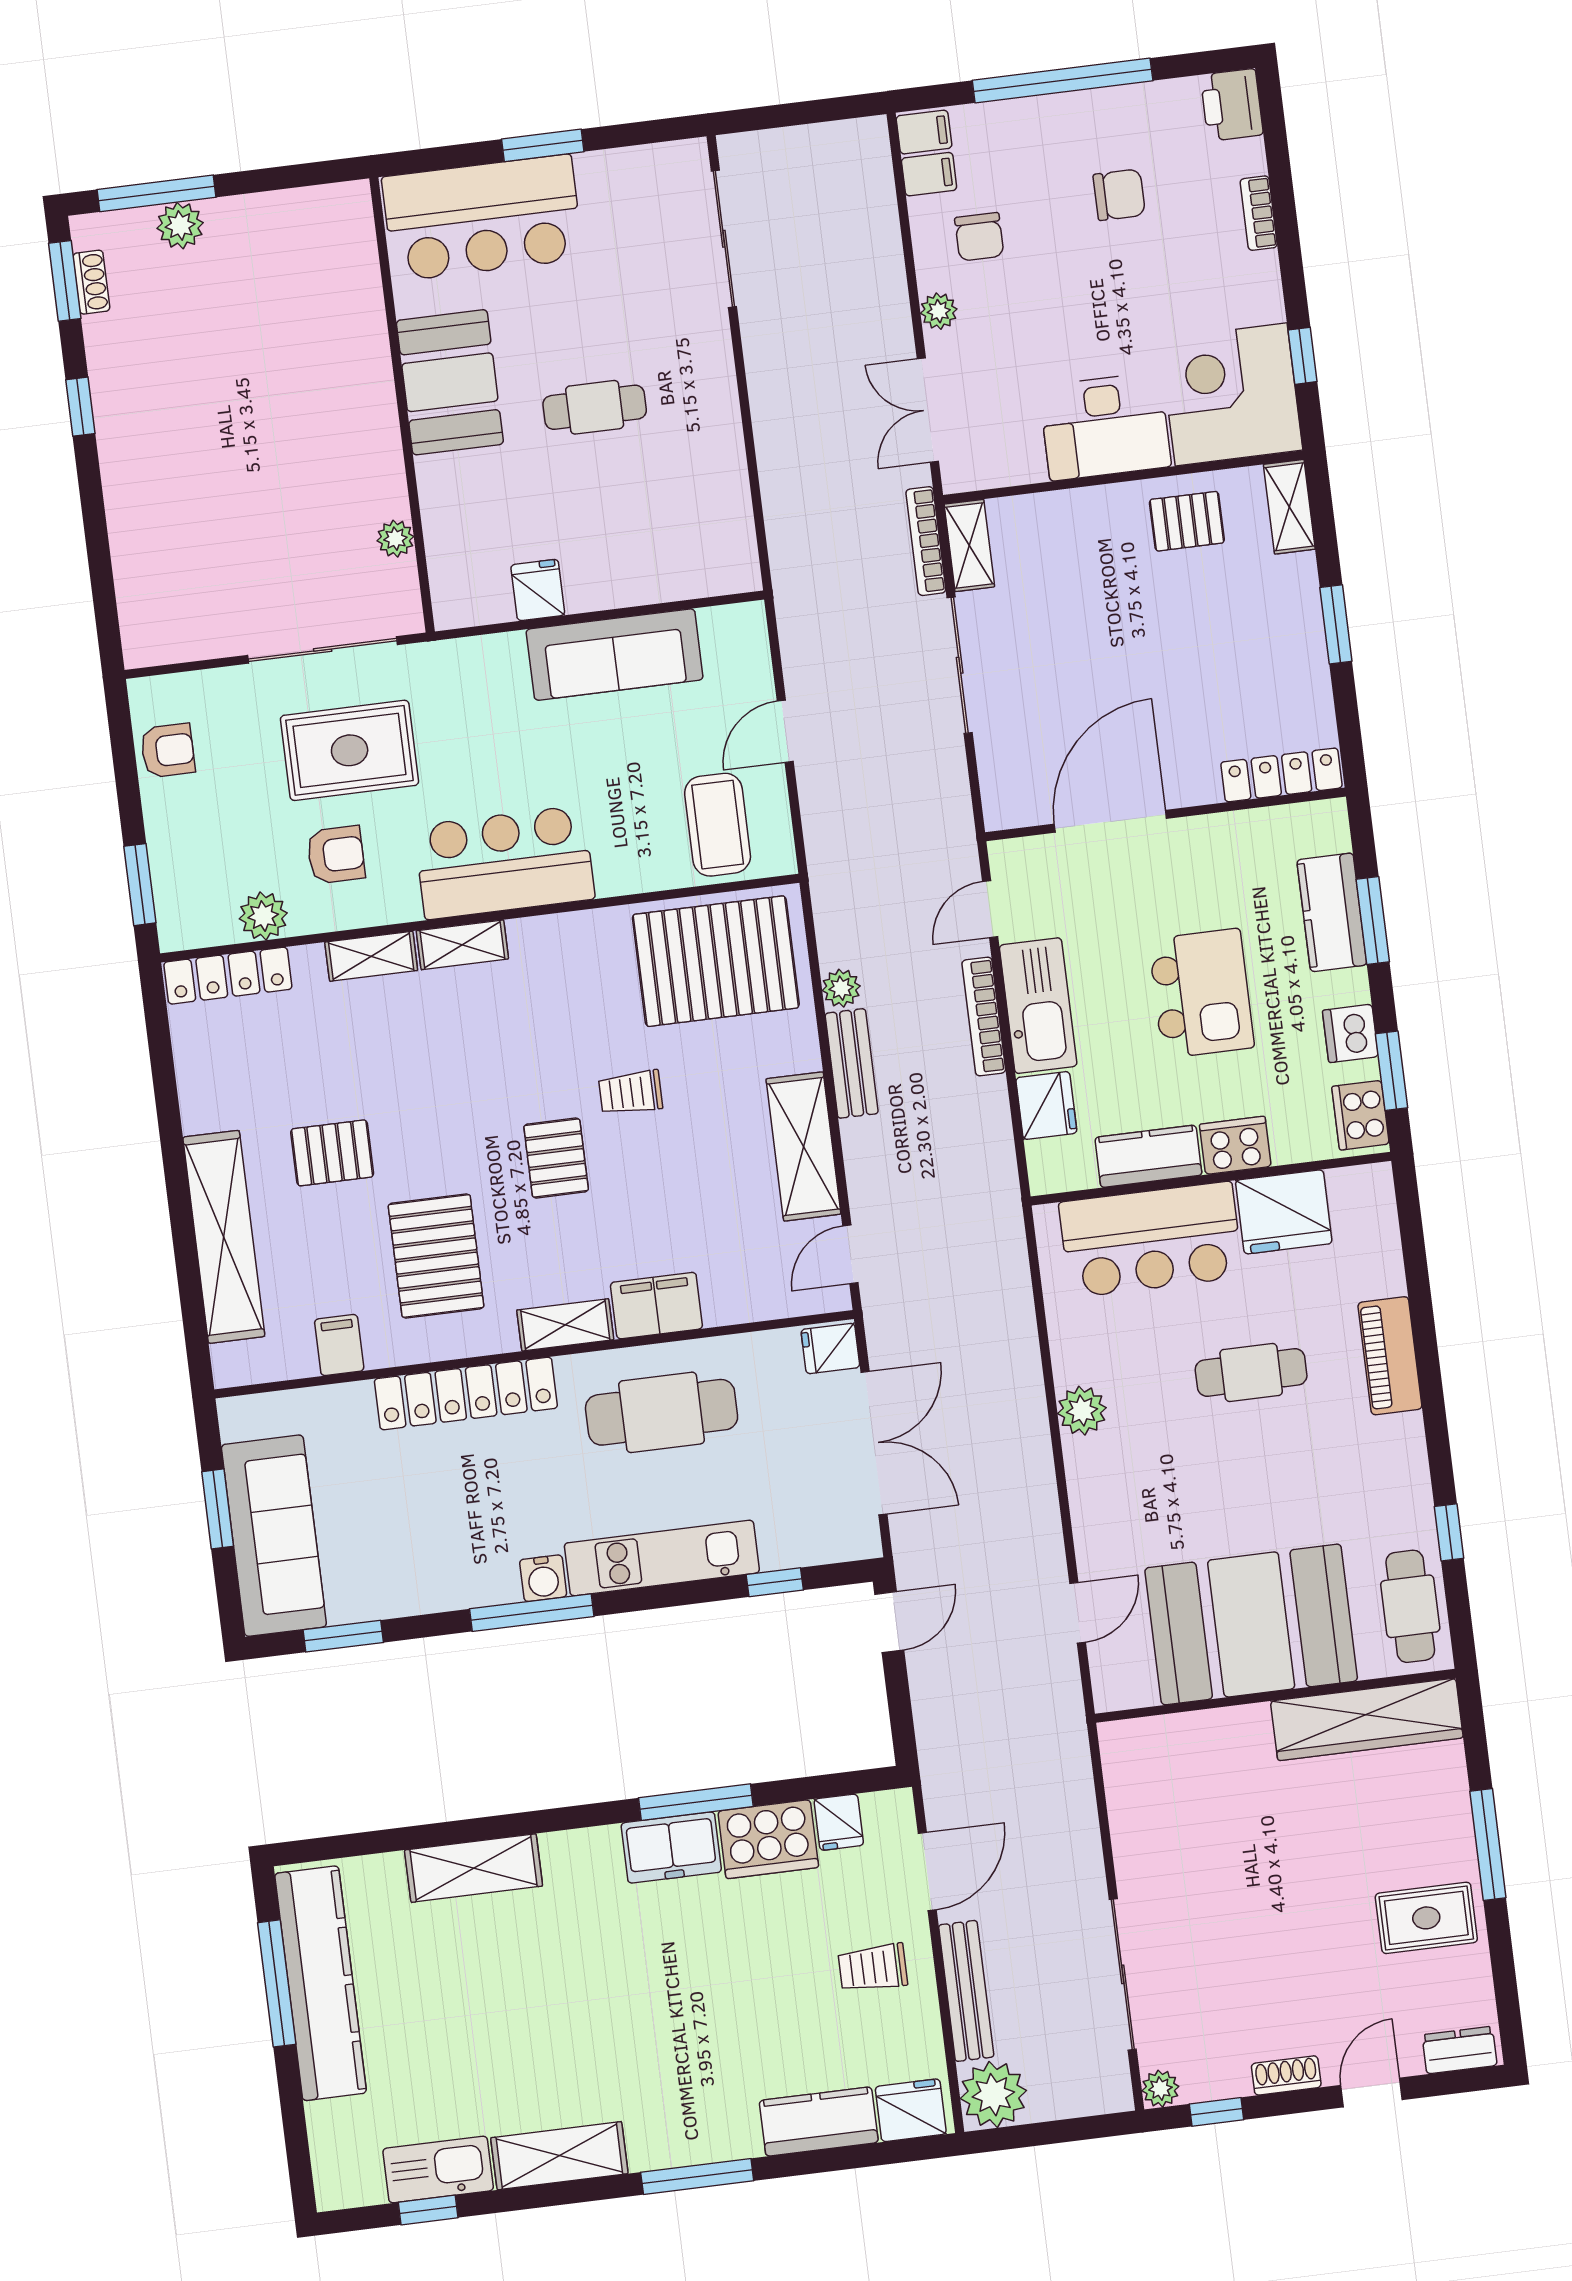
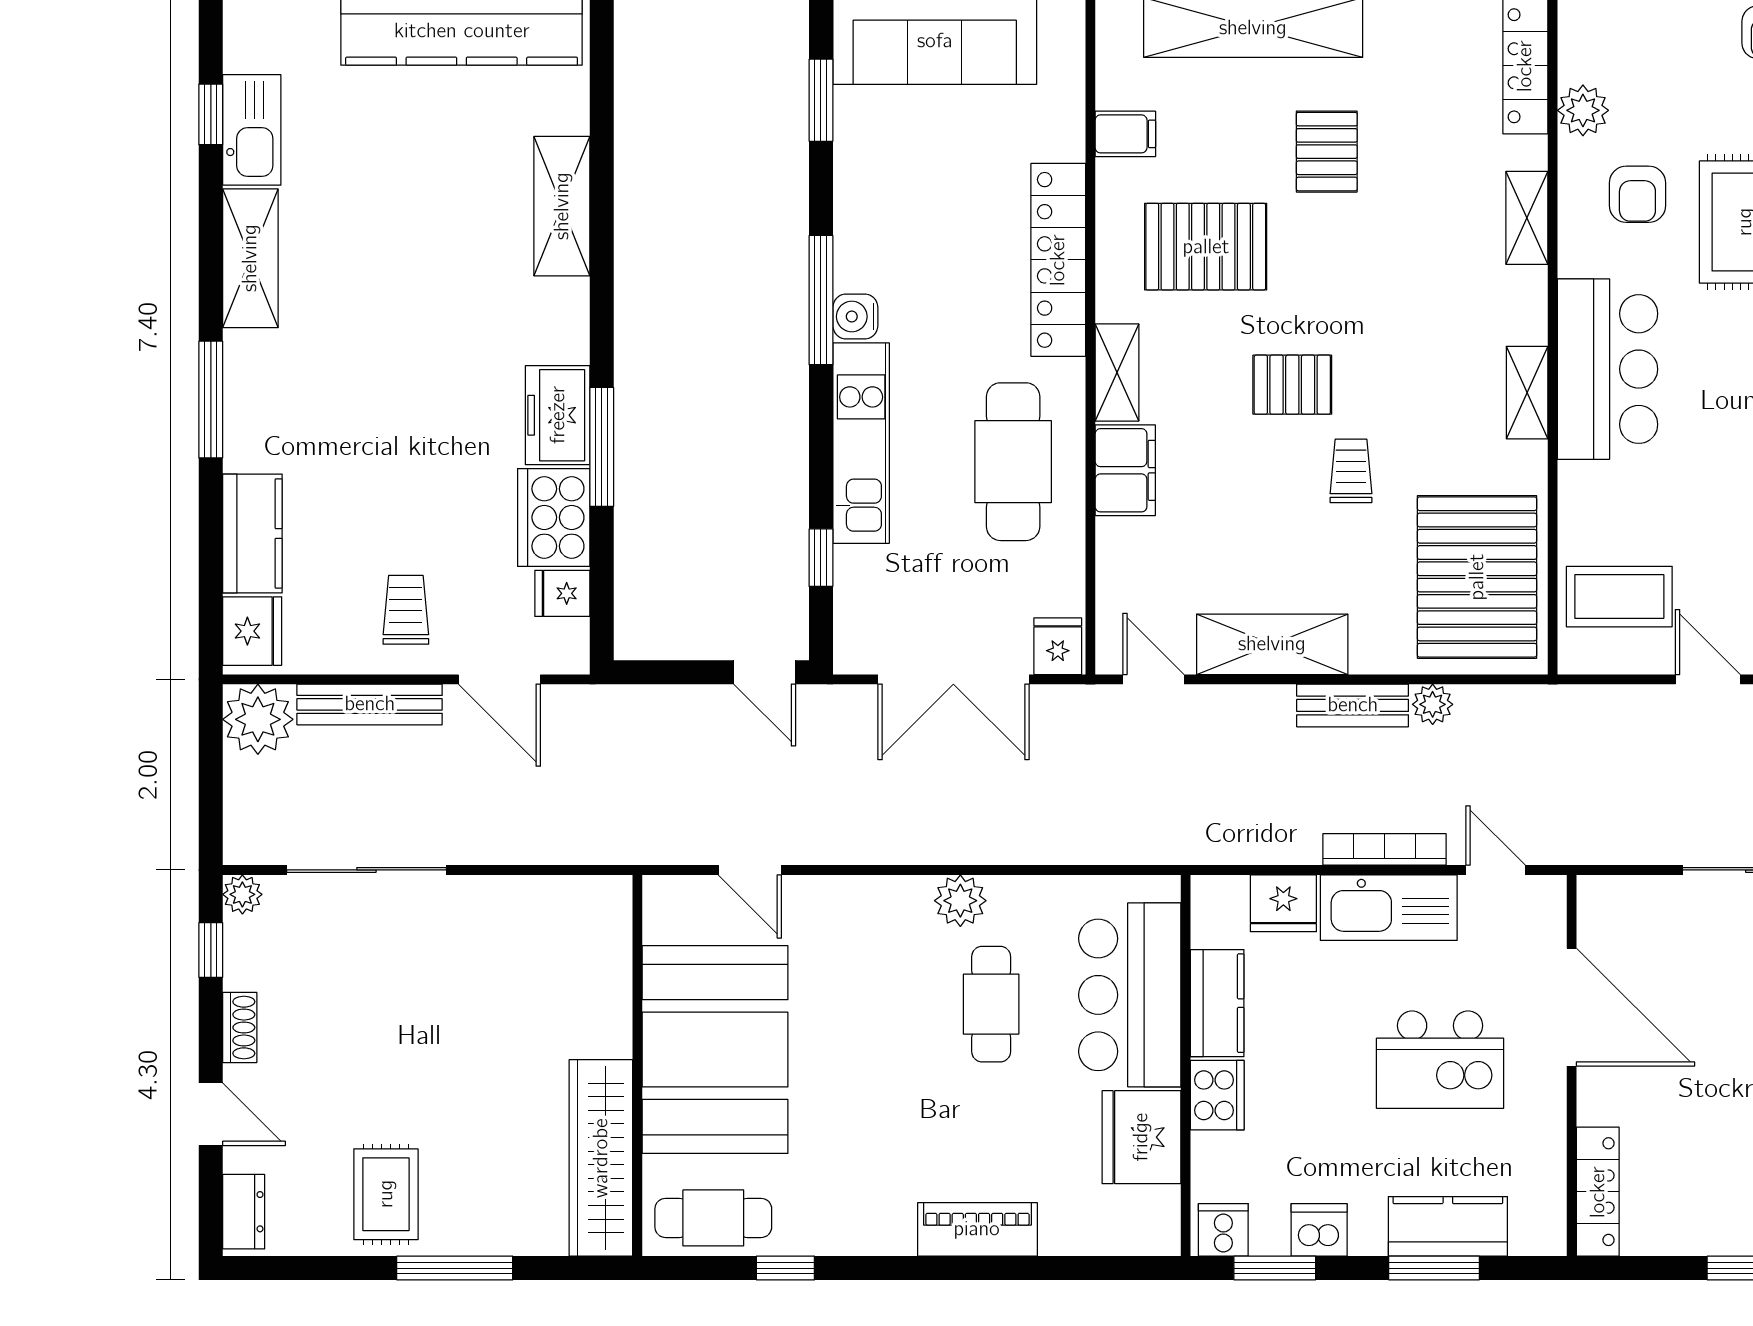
shelving: (462, 945) -> (1527, 393), moved
kitchen island: (1201, 993) -> (1440, 1060), moved
cooker: (1360, 1115) -> (1223, 1230), width x0.73
cafe table: (1251, 1372) -> (991, 1004), moved

